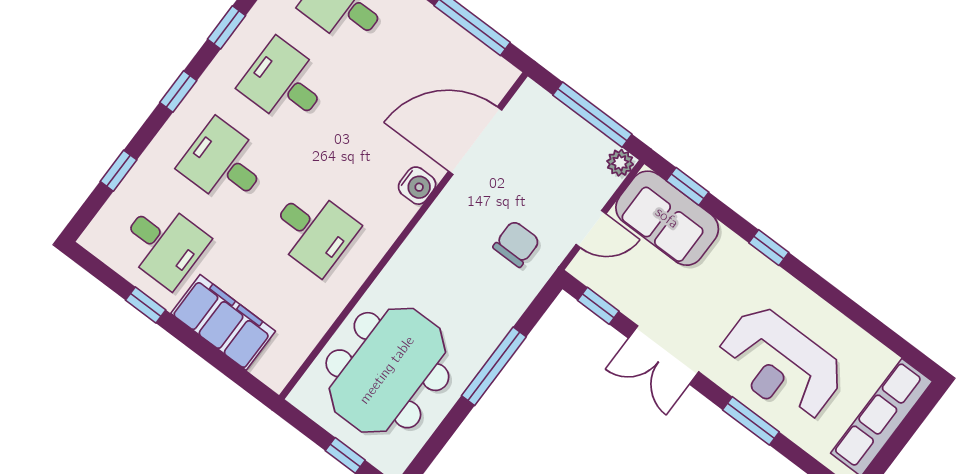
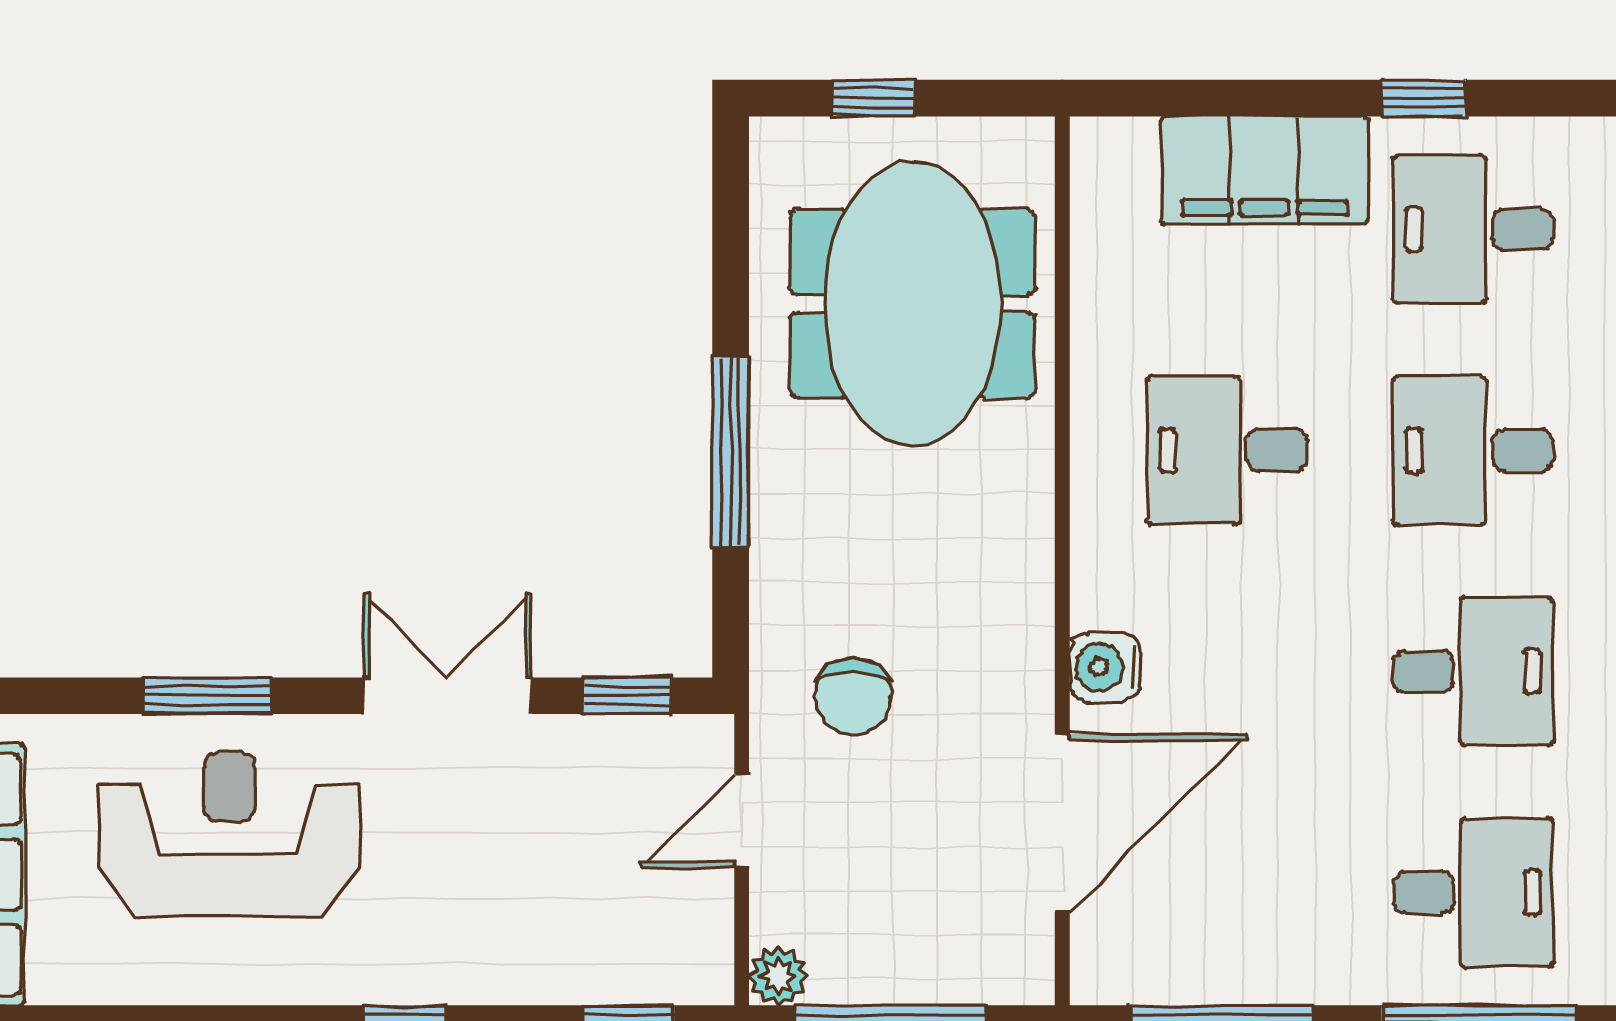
desk: (224, 163) -> (1473, 450), turned 180
sofa: (667, 218) -> (622, 941), removed

